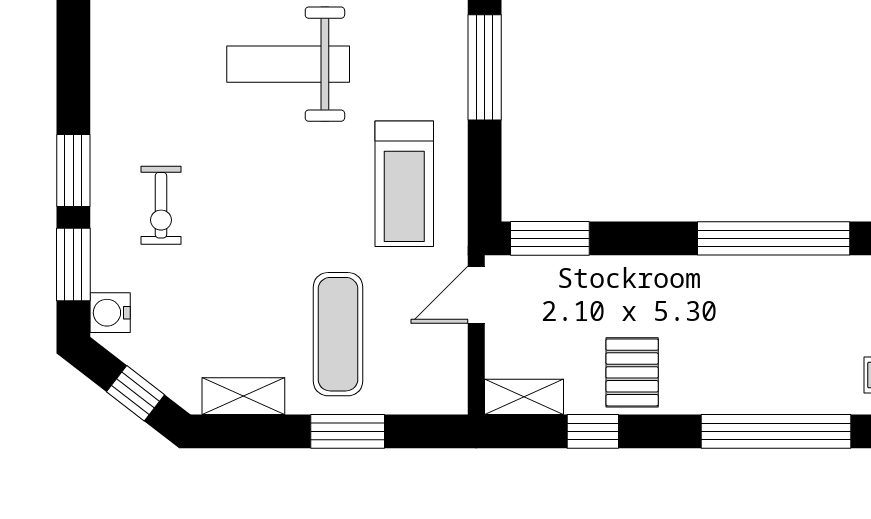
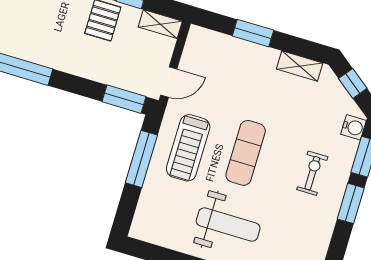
window: (485, 67) -> (141, 159), moved
treadmill: (404, 184) -> (188, 148), turned 180
exercise mat: (338, 334) -> (246, 153), moved

